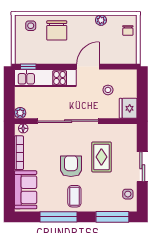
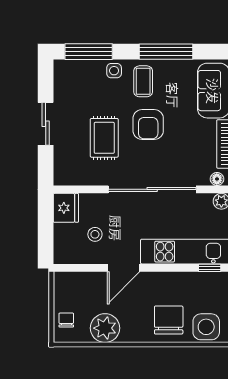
plant: (101, 20) -> (105, 328), width x1.88, depth x1.88
side table: (31, 26) -> (206, 327), width x1.87, depth x1.87
side table: (128, 194) -> (114, 71), moved

